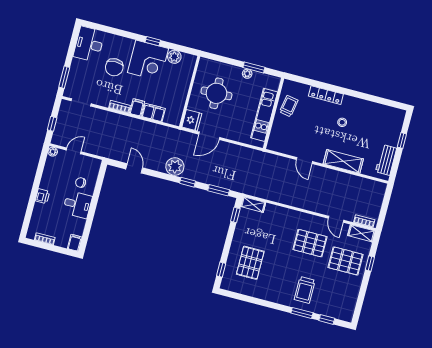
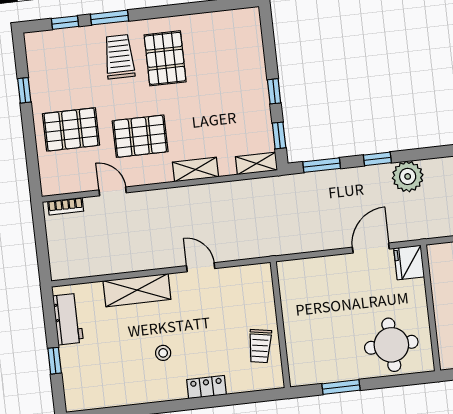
plant: (247, 74) -> (348, 373), removed
round table: (216, 93) -> (391, 345), moved
locker: (326, 95) -> (206, 387), width x0.66
kitchen unit: (264, 115) -> (295, 316), removed
shelving: (361, 233) -> (195, 169), moved
pallet: (250, 263) -> (165, 58), moved
window: (370, 264) -> (24, 90), moved
window: (221, 270) -> (274, 91), moved

